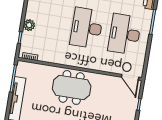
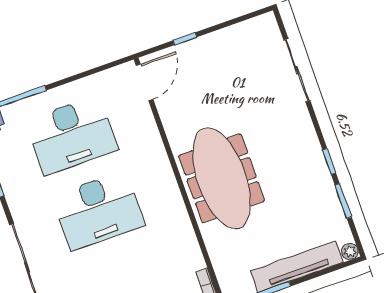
meeting table: (72, 87) -> (222, 178), width x1.36

